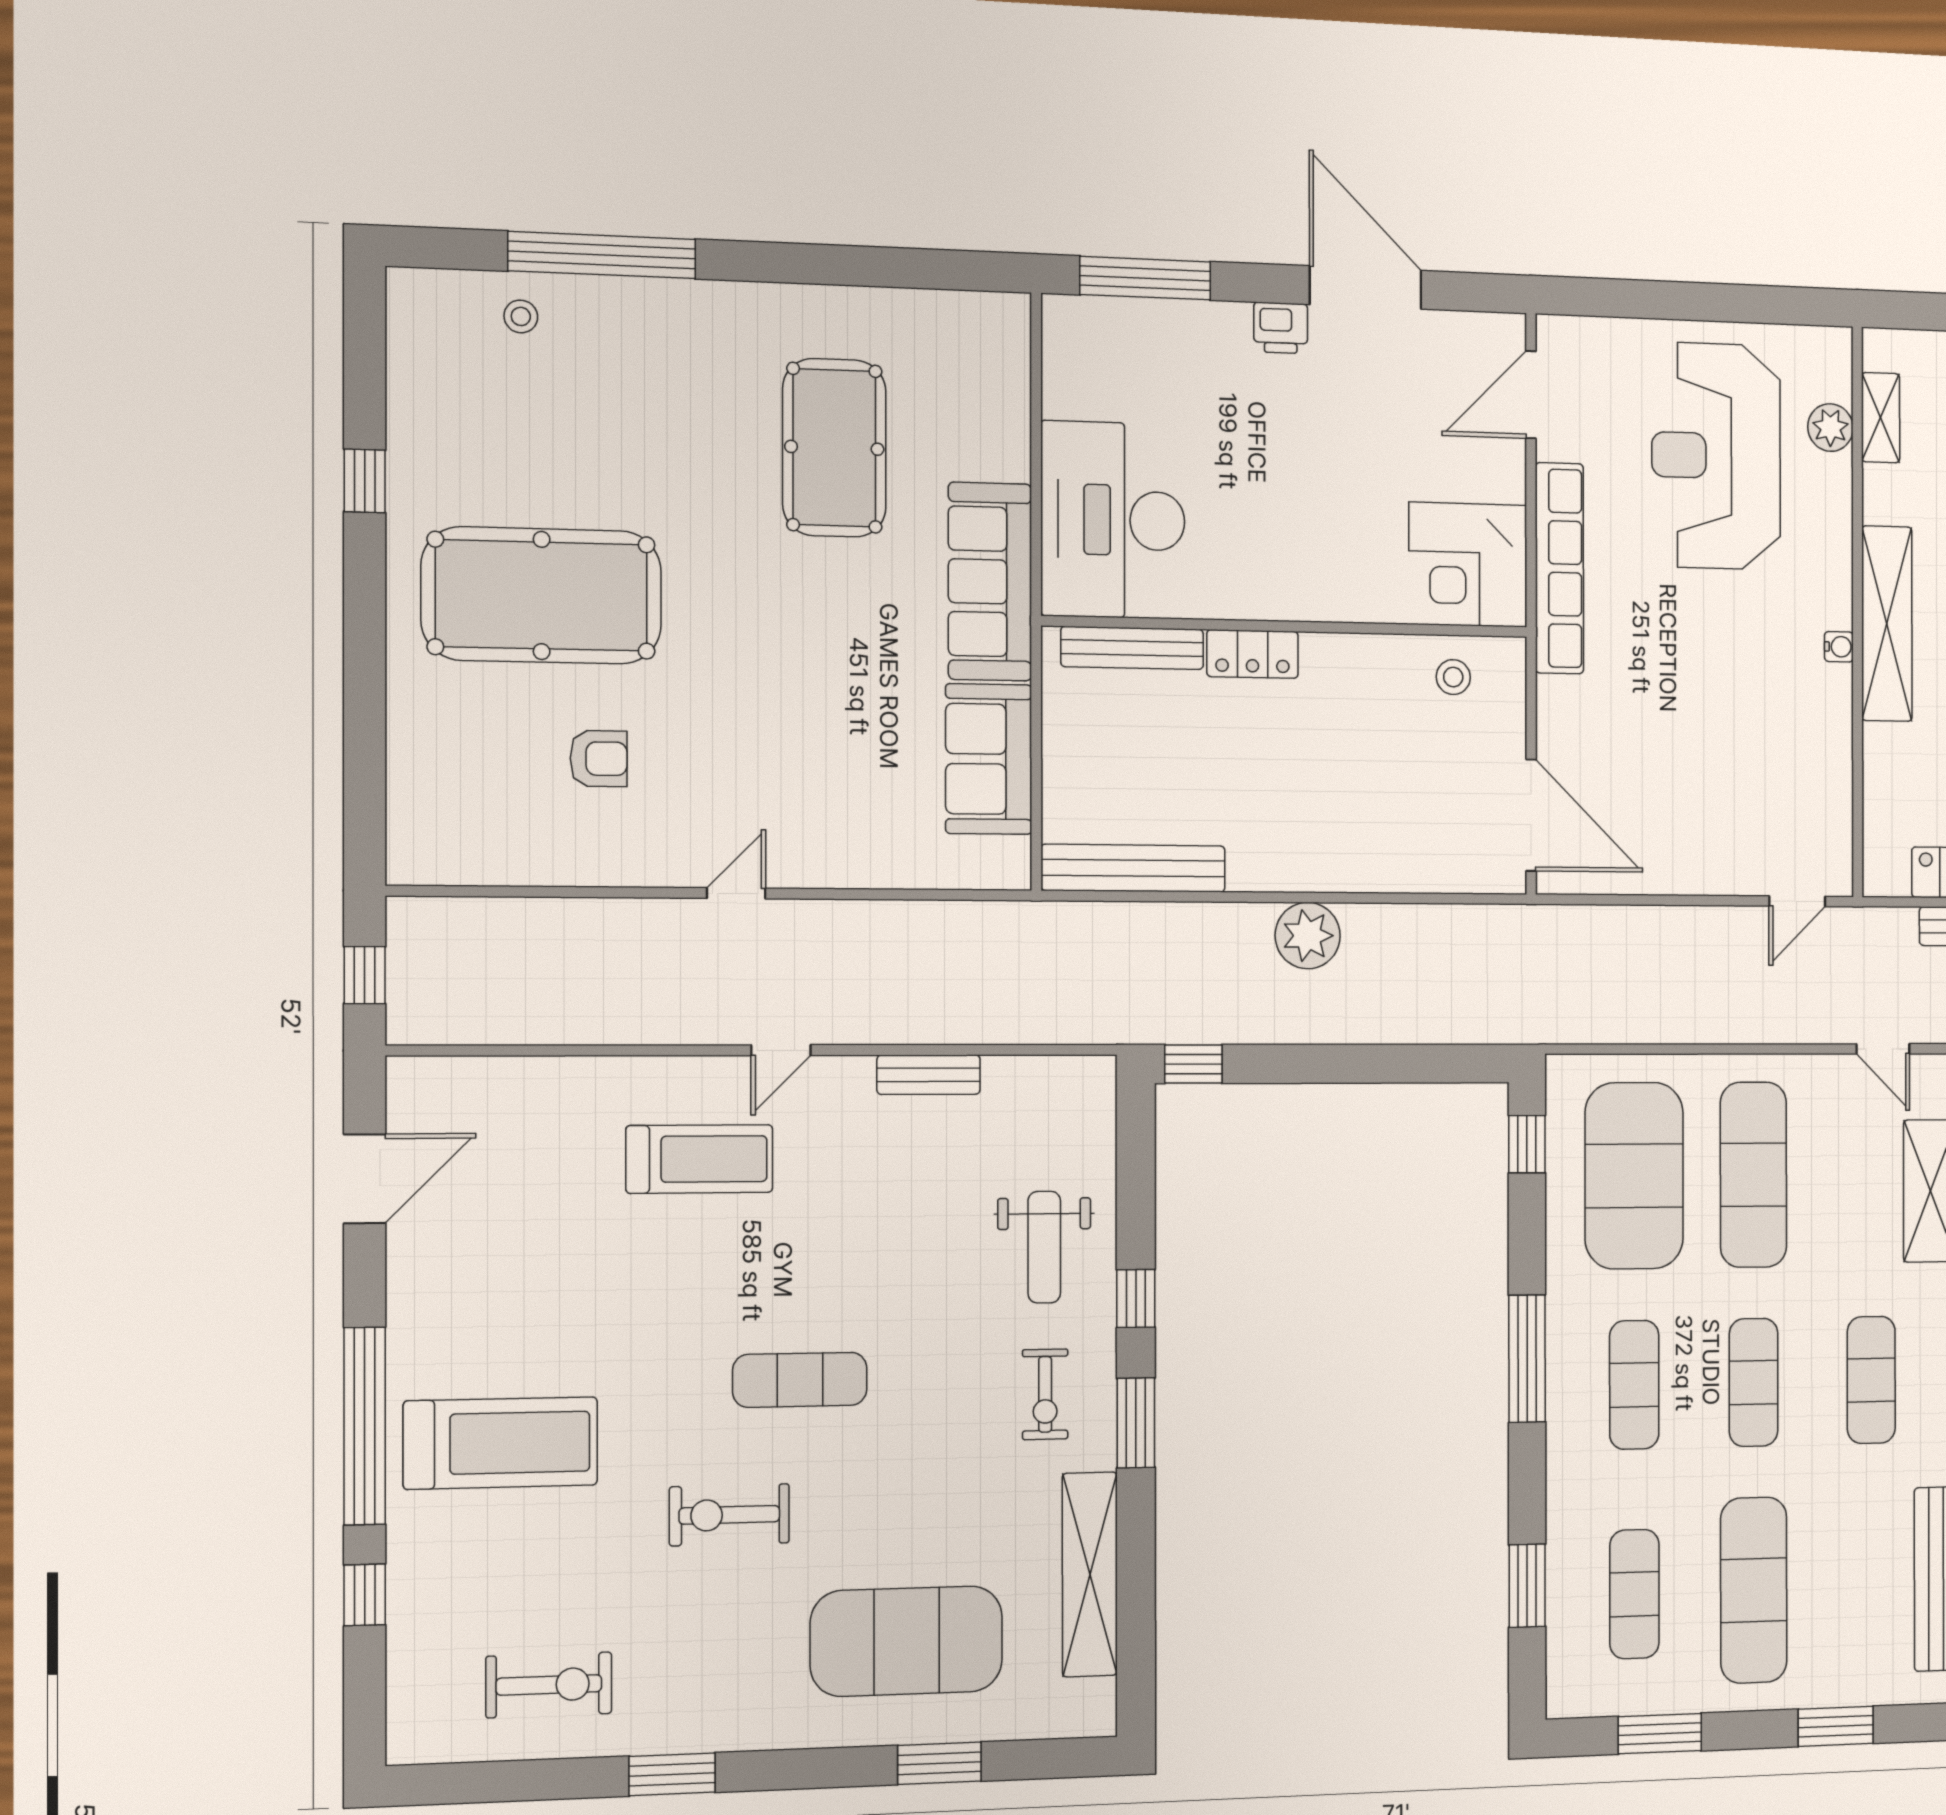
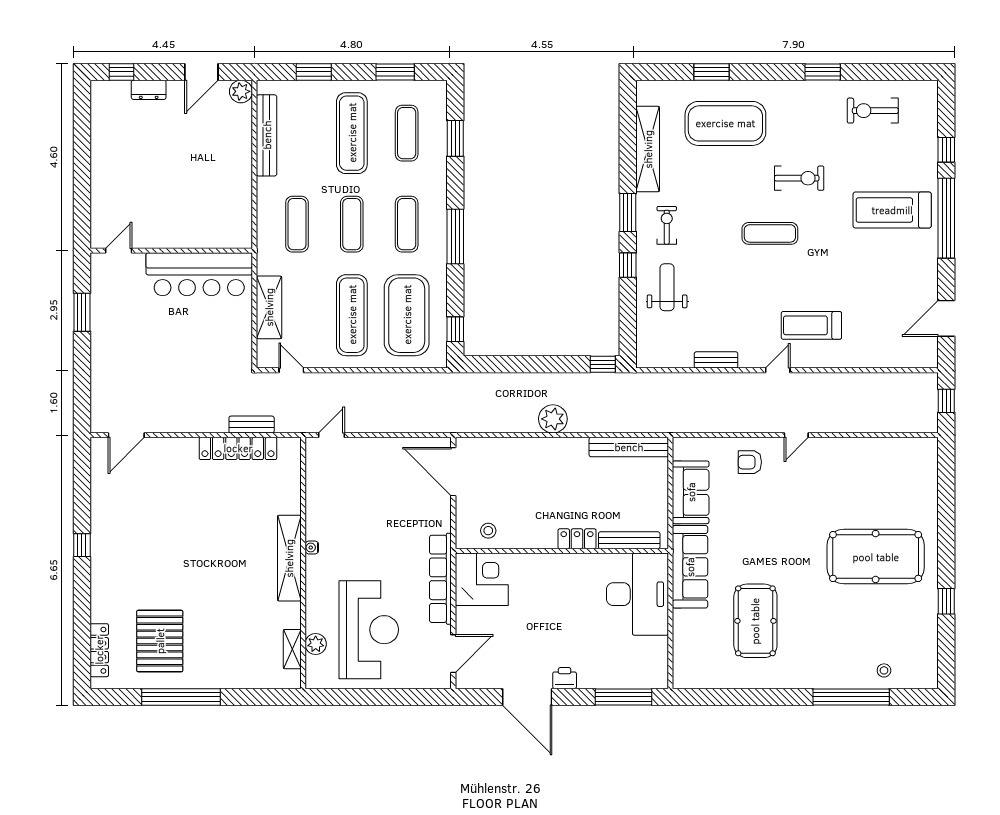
armchair: (599, 759) -> (750, 462), moved

